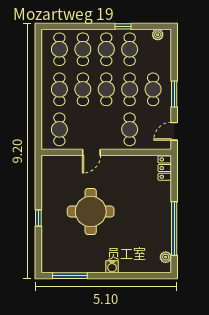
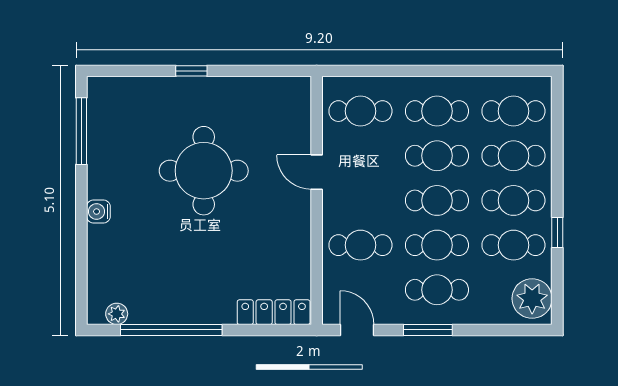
plant: (158, 35) -> (532, 299), width x1.88, depth x1.88
locker: (165, 168) -> (274, 312), width x1.53

